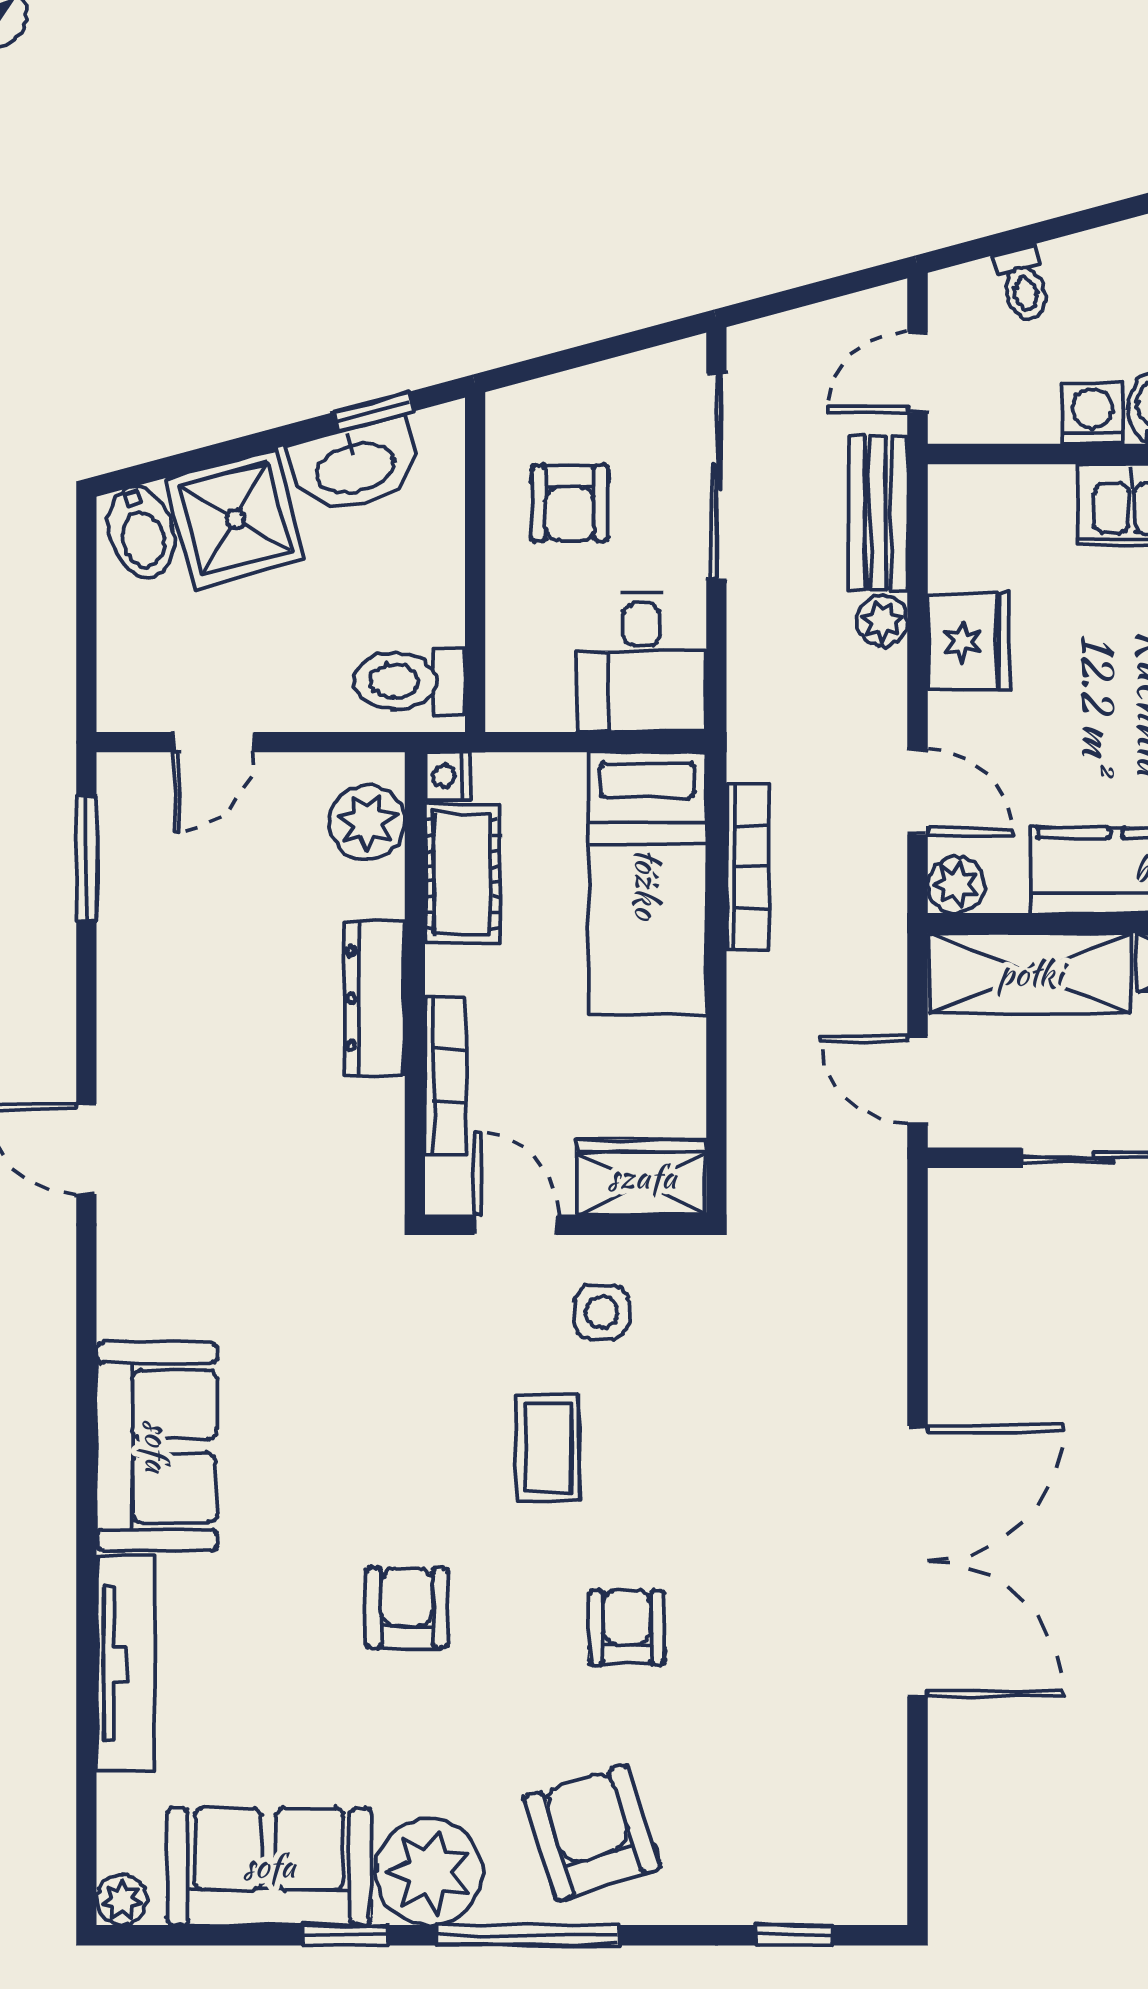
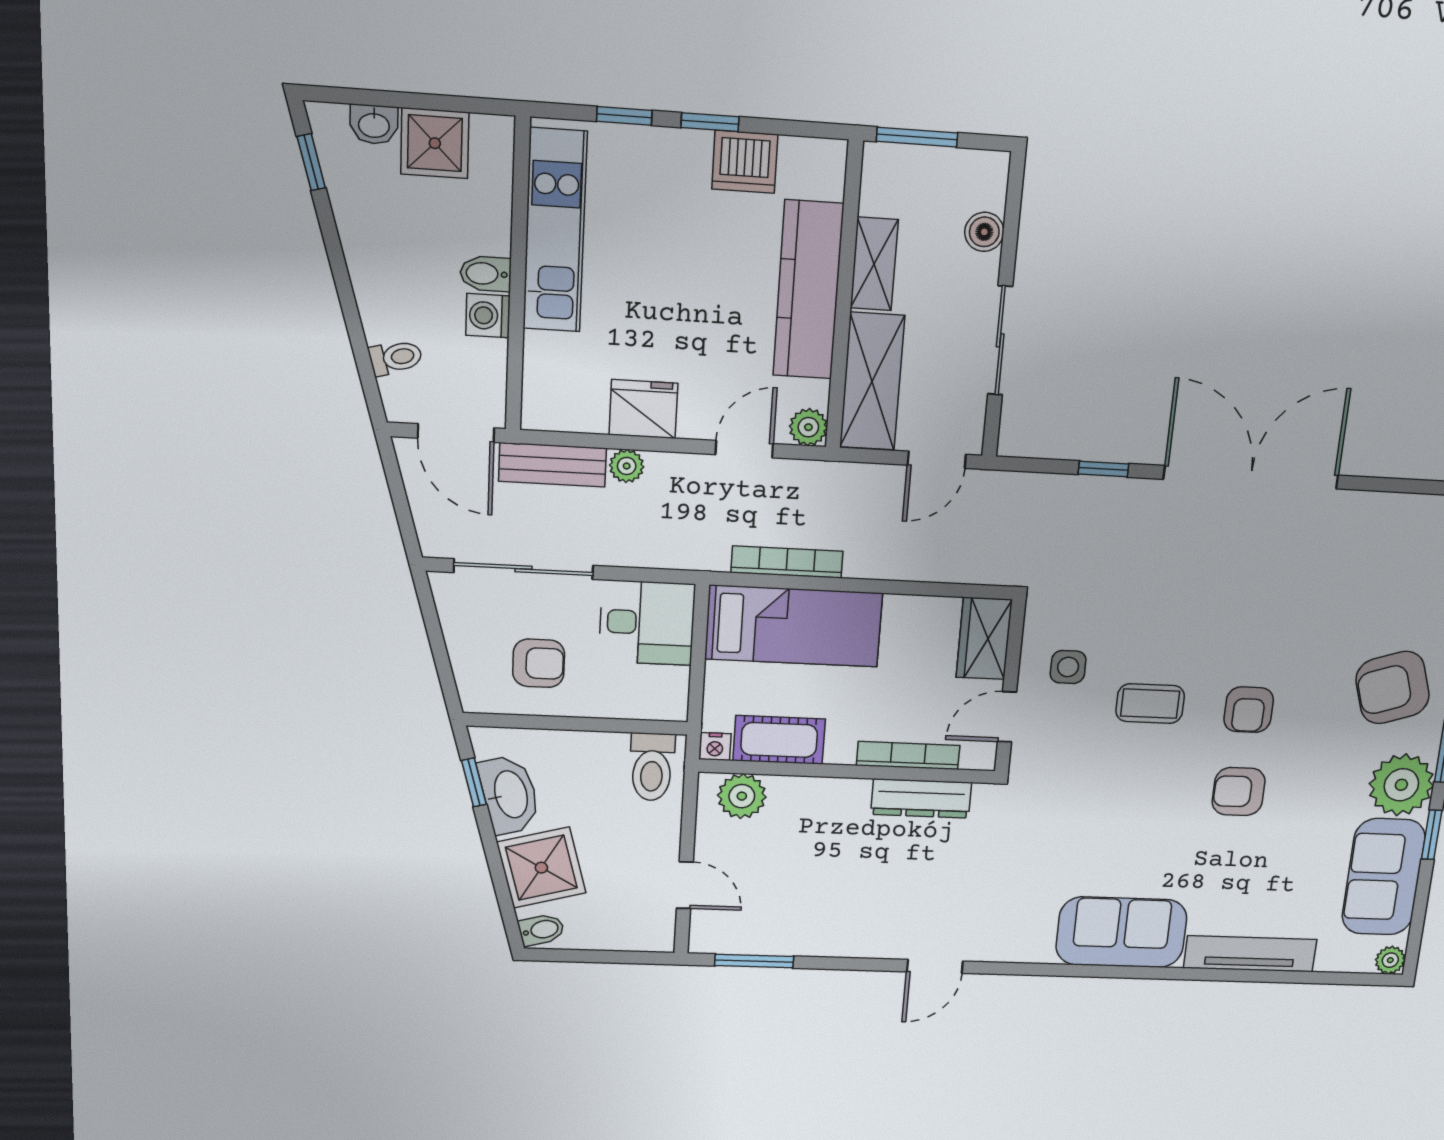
door: (917, 372) -> (456, 433), width x1.38
bidet: (141, 532) -> (542, 930), width x0.72, depth x0.74
dresser: (375, 998) -> (921, 798), moved
window: (917, 1333) -> (1103, 469), added
armchair: (627, 1627) -> (1249, 710), moved, turned -90

